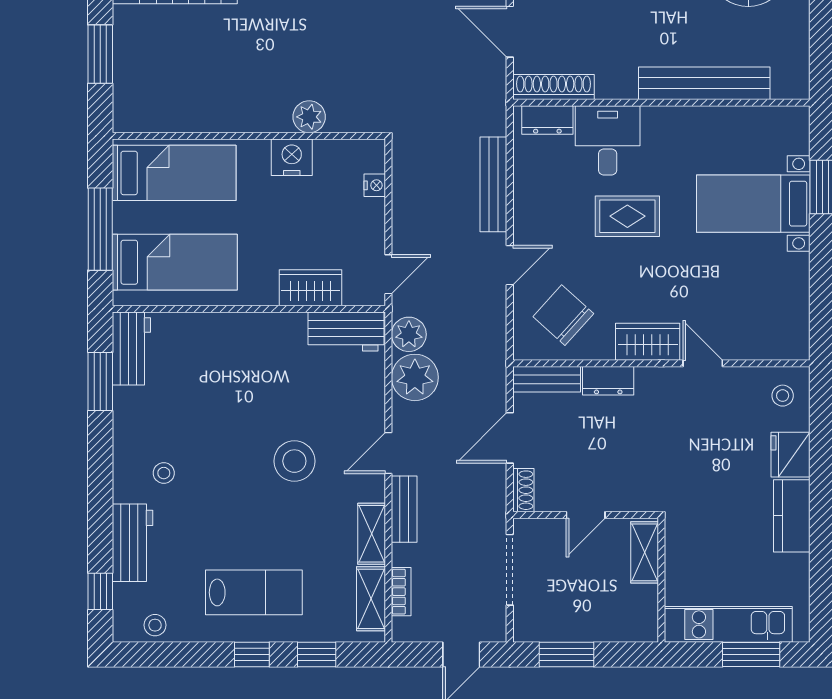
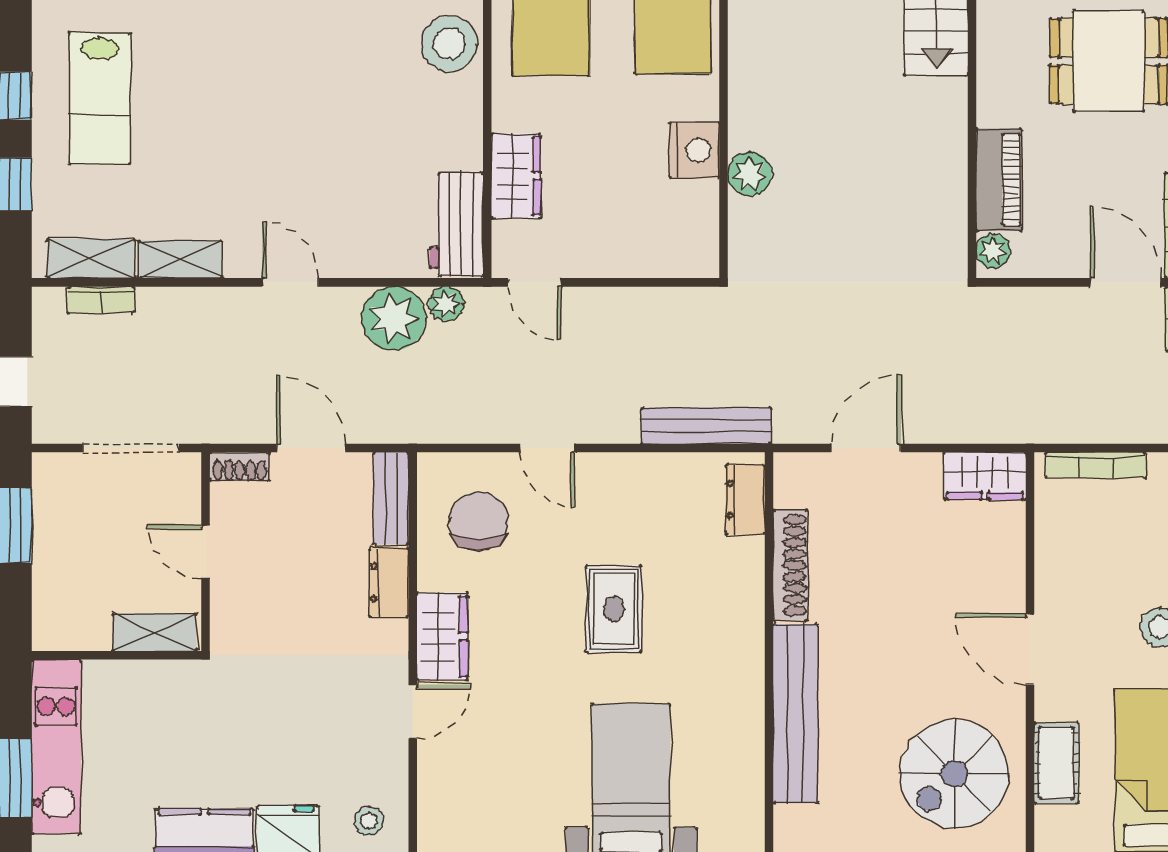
shoe rack: (553, 87) -> (790, 565), moved
desk: (608, 140) -> (717, 582), removed
bench: (493, 184) -> (706, 426), moved
nightstand: (375, 185) -> (656, 264), removed
chair: (563, 315) -> (479, 521), turned -42
plant: (409, 334) -> (446, 304), width x0.73, depth x0.73
stool: (294, 461) -> (449, 44), moved
bench: (404, 509) -> (214, 304), removed

